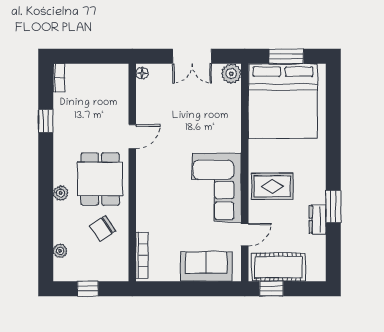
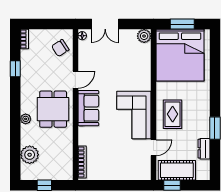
double door: (192, 56) -> (105, 24), moved
rug: (272, 186) -> (173, 114), turned 90
dresser: (317, 219) -> (204, 149), moved
chair: (103, 229) -> (60, 48), moved
plant: (60, 251) -> (30, 155), width x1.88, depth x1.88
sofa: (206, 266) -> (88, 108), moved, turned 90

